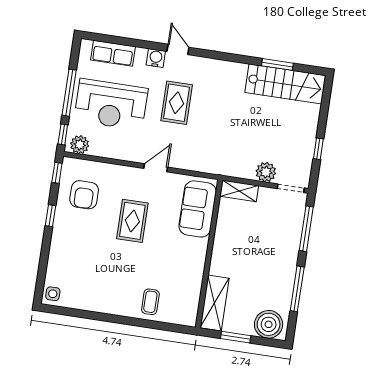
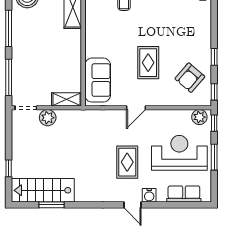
window: (69, 93) -> (214, 157), width x0.69
window: (318, 149) -> (9, 168), moved
armchair: (84, 195) -> (190, 78), turned -139

